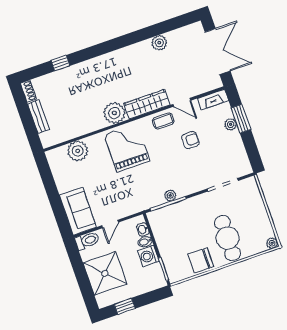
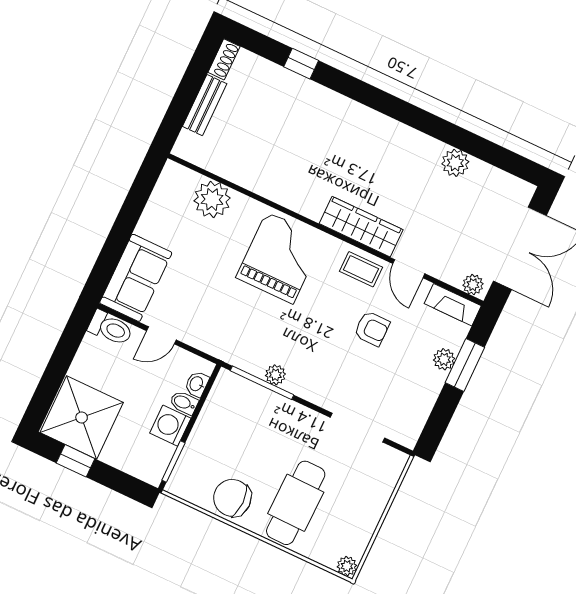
plant: (114, 113) -> (473, 285), moved, width x0.53, depth x0.53
shower: (105, 273) -> (82, 418), moved

